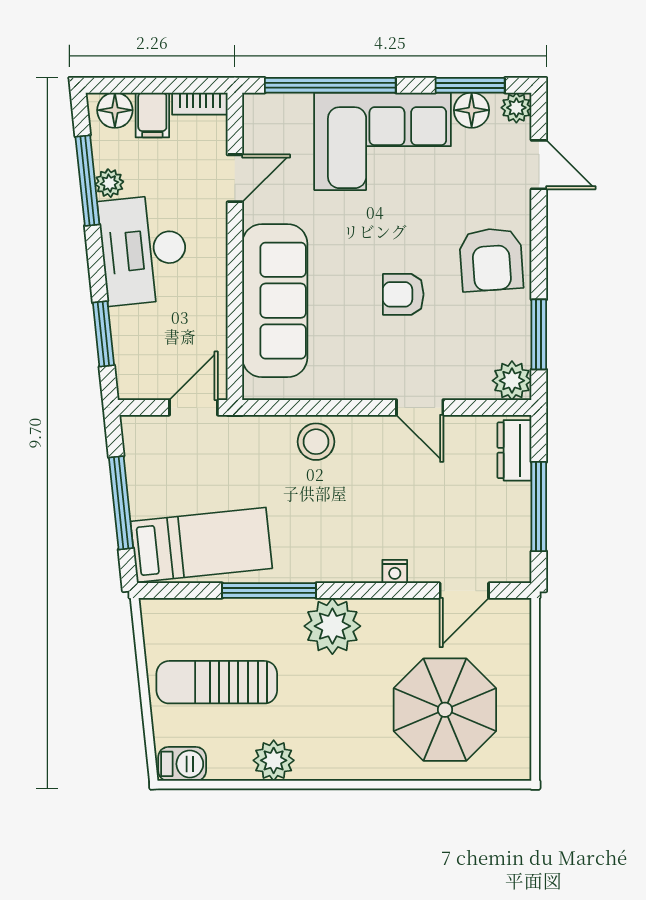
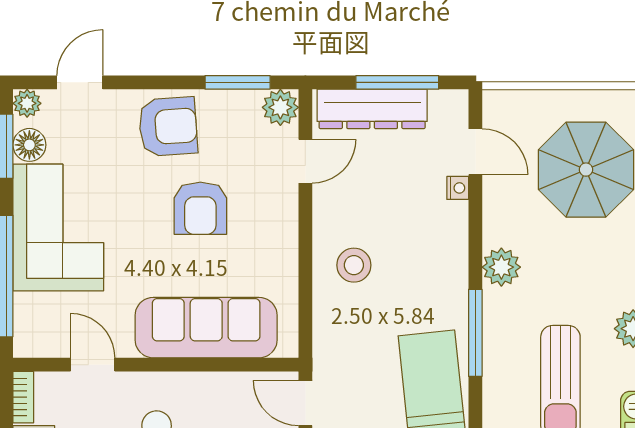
armchair: (403, 294) -> (200, 208), width x1.38, depth x1.38
door: (420, 407) -> (305, 161), moved
stool: (316, 442) -> (354, 265), moved
dresser: (514, 450) -> (372, 109), width x1.96, depth x1.24
nightstand: (395, 571) -> (458, 188), moved
plant: (332, 626) -> (501, 267), width x0.73, depth x0.73

